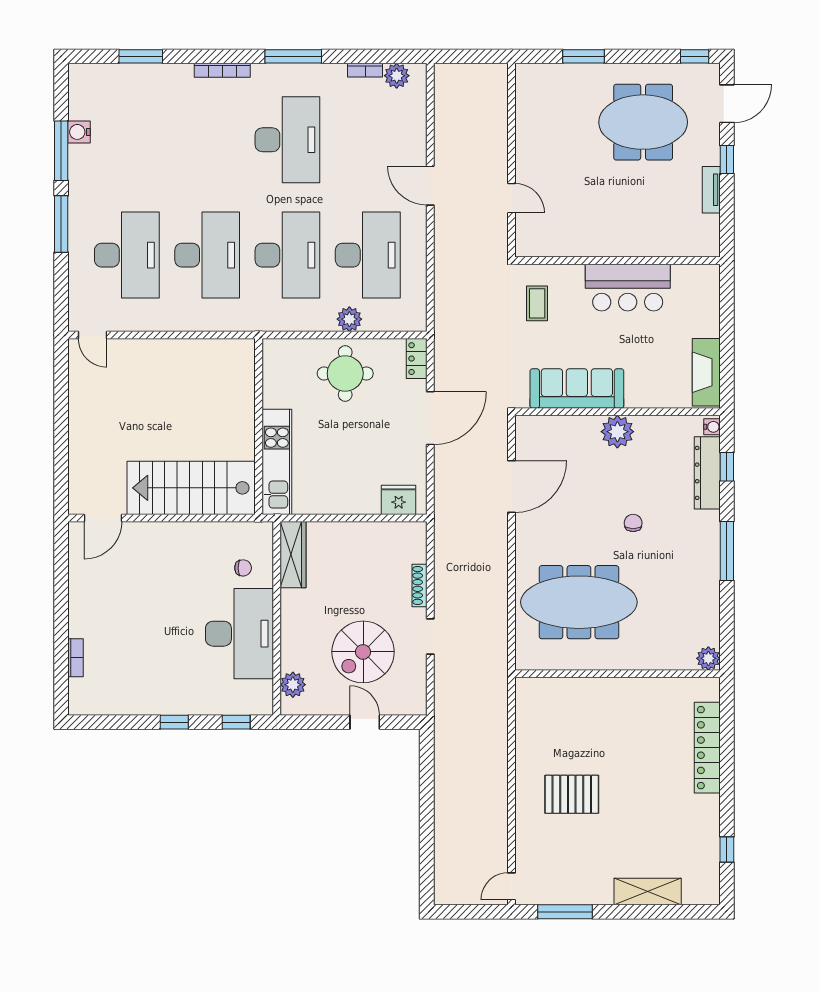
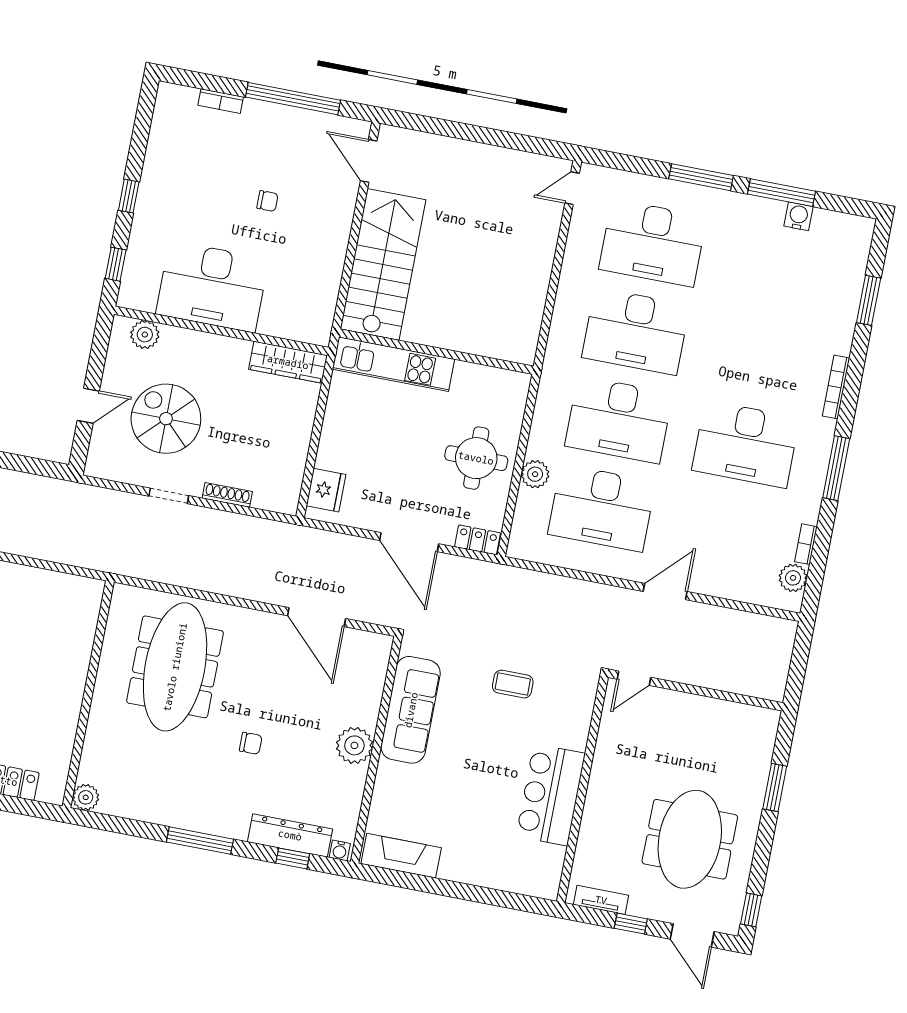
wall: (617, 261) -> (582, 789), moved
bar counter: (628, 288) -> (551, 795), moved
chair: (243, 568) -> (267, 201), moved, turned -90
window: (61, 595) -> (293, 99), added

